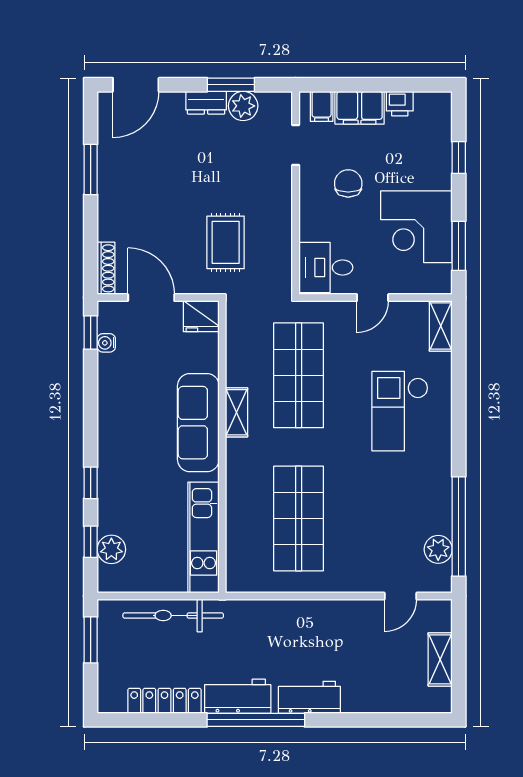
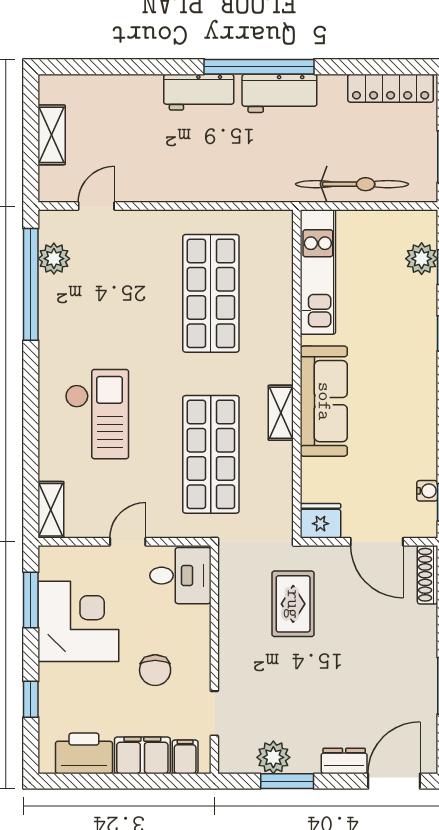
dresser: (206, 103) -> (344, 761), moved
printer: (400, 104) -> (84, 753), width x1.87, depth x1.48
locker: (165, 701) -> (391, 88), moved

